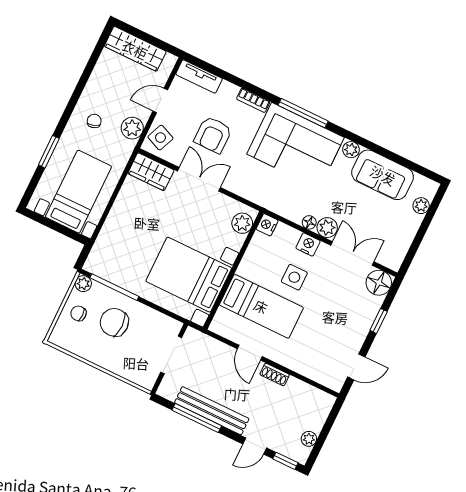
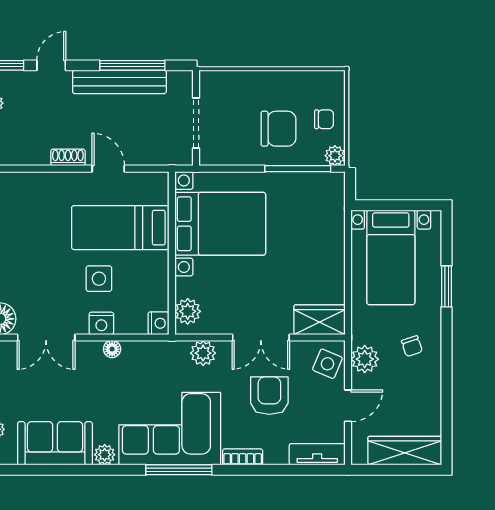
plant: (327, 228) -> (203, 353), moved

